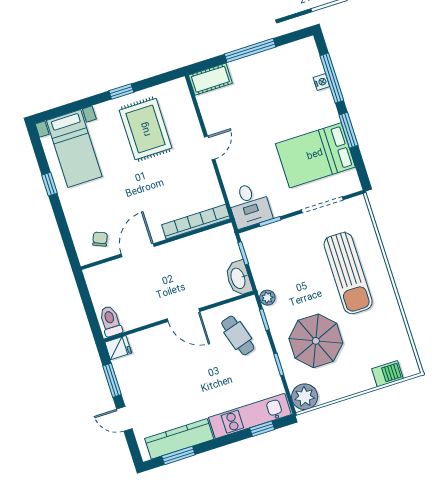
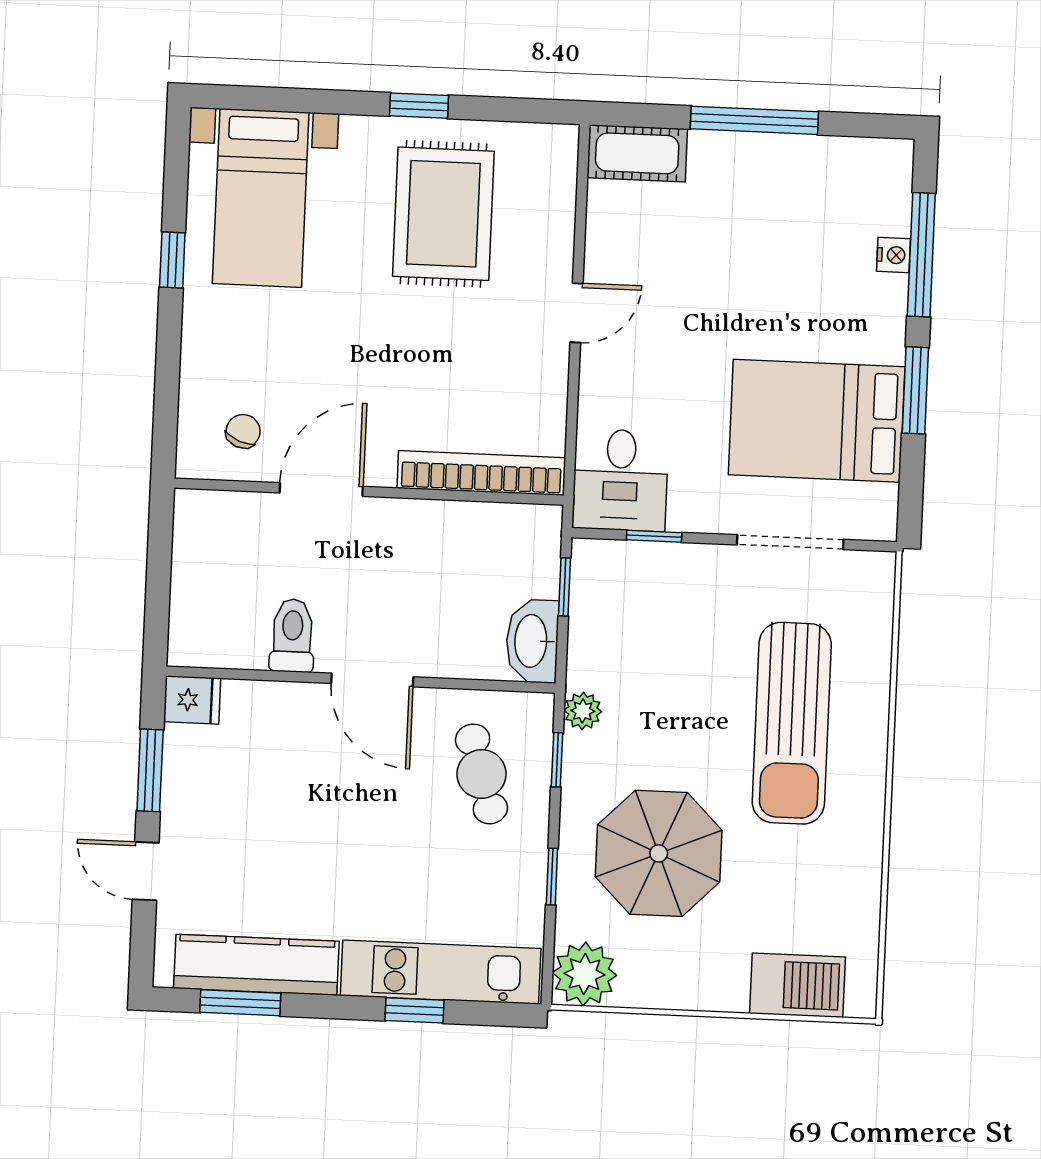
toilet: (111, 321) -> (292, 636), moved
barbecue: (387, 374) -> (797, 985), width x1.38, depth x1.27
window: (262, 429) -> (415, 1010), moved

